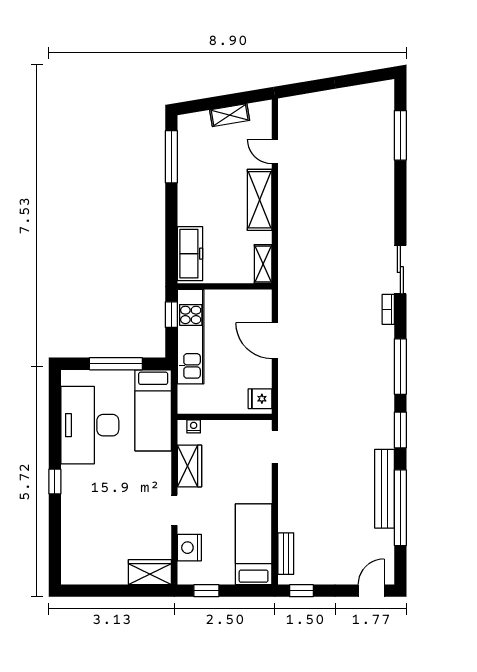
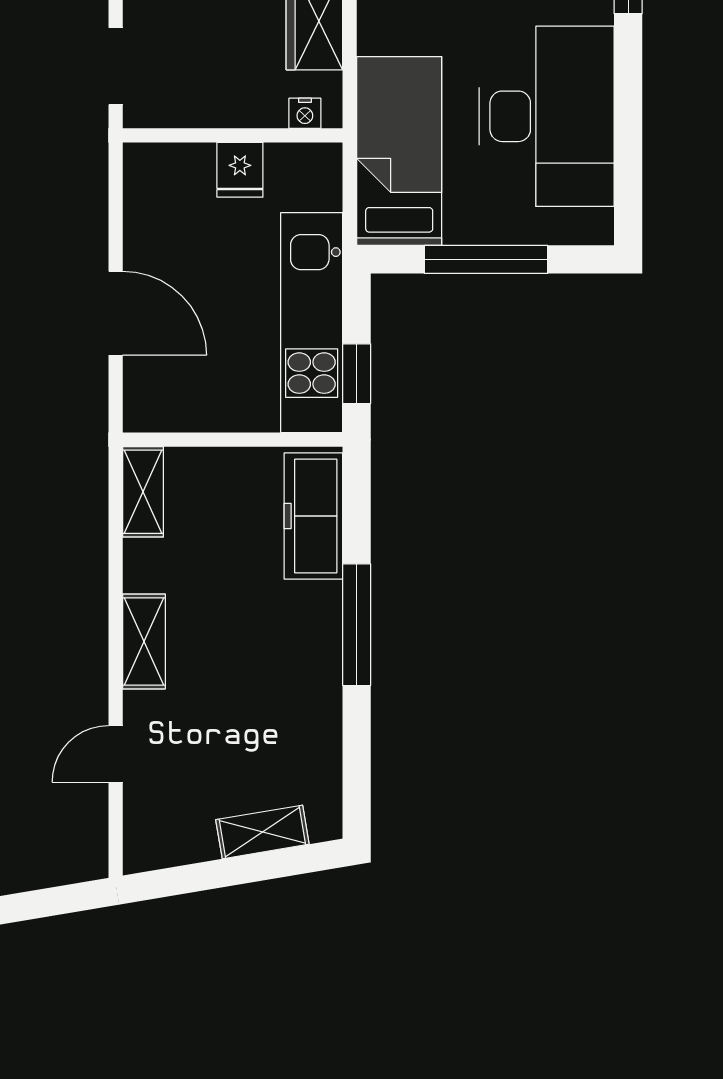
shelving: (230, 115) -> (262, 832), moved
door: (275, 152) -> (116, 754), swing flipped
window: (171, 157) -> (357, 625), moved
shelving: (260, 200) -> (144, 641), width x0.67, depth x0.75
fridge: (260, 399) -> (240, 170), moved, turned 90

